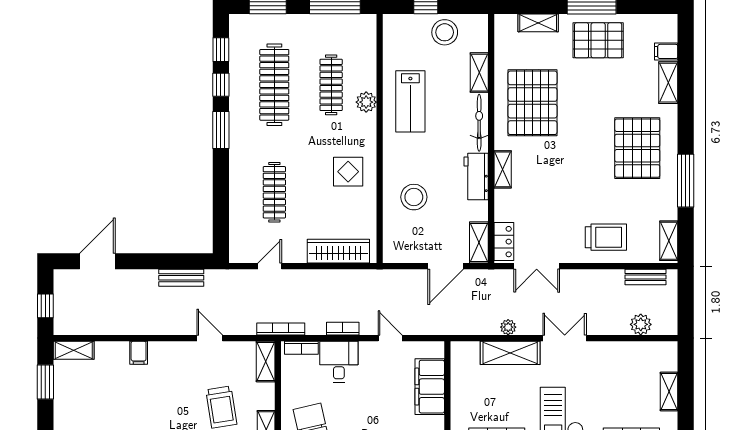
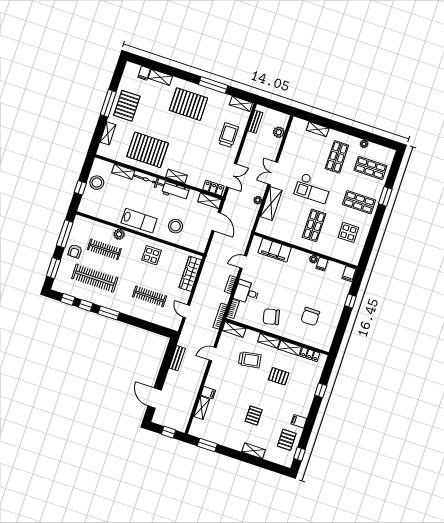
armchair: (310, 34) -> (75, 251), added
lab bench: (410, 101) -> (139, 221), moved
shelving: (74, 350) -> (202, 408), moved

